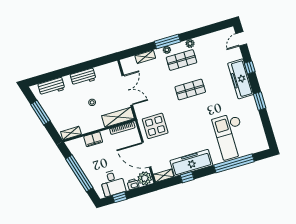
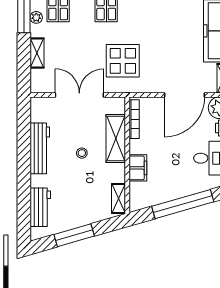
workbench: (83, 77) -> (40, 148), width x1.38
shelving: (118, 117) -> (116, 138), moved
display table: (155, 126) -> (123, 61), moved

